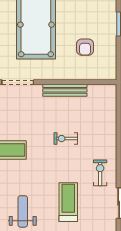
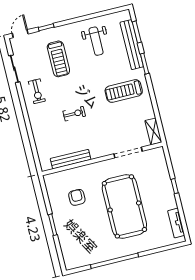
bench: (65, 90) -> (71, 159), moved

